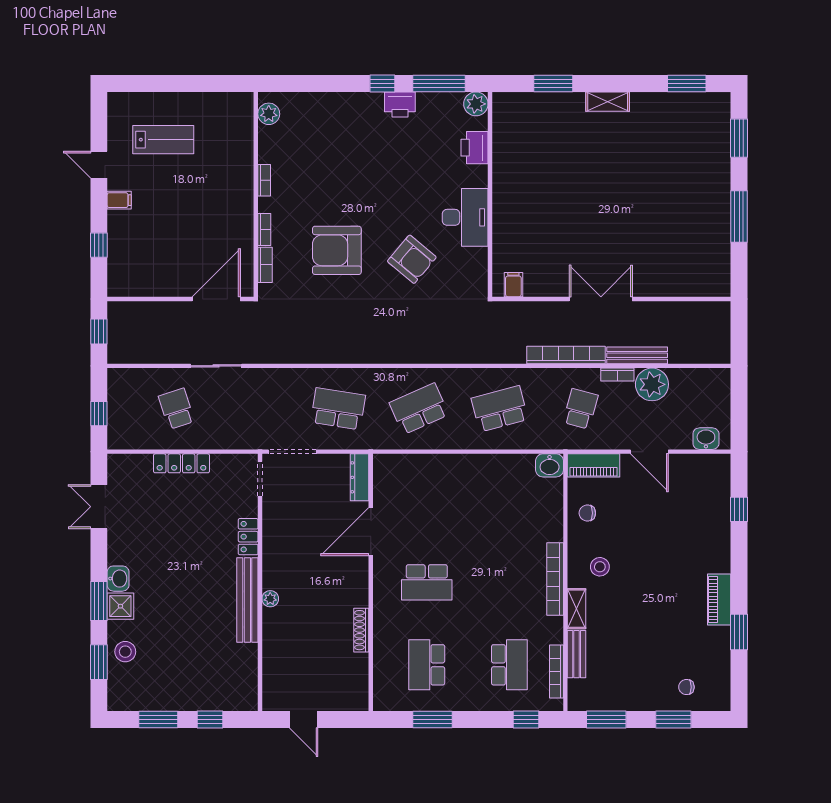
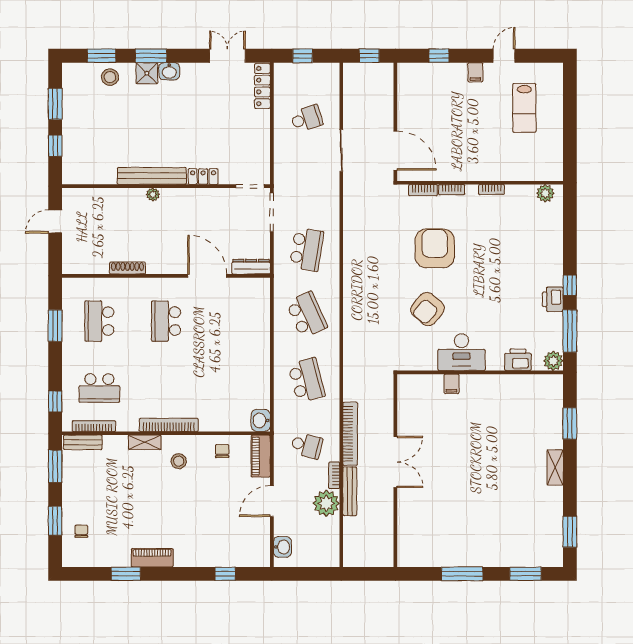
filing cabinet: (513, 285) -> (451, 384), moved, turned 90
locker: (181, 463) -> (262, 86), moved
bench: (577, 654) -> (83, 442), moved
school desk: (427, 665) -> (99, 321), turned -90

